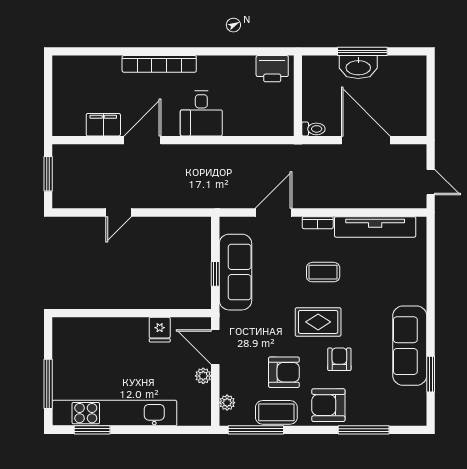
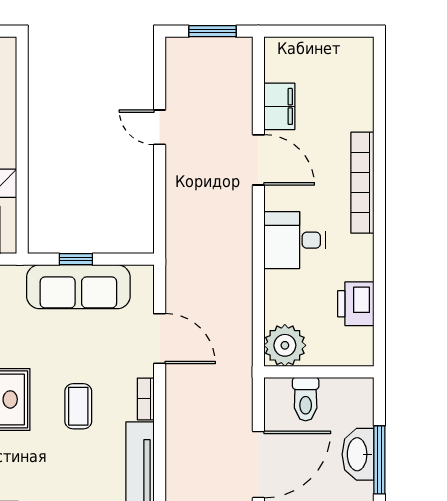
printer: (272, 69) -> (356, 304), moved
plant: (278, 121) -> (285, 345), added
toilet: (313, 129) -> (306, 399), moved, width x1.37, depth x1.39

